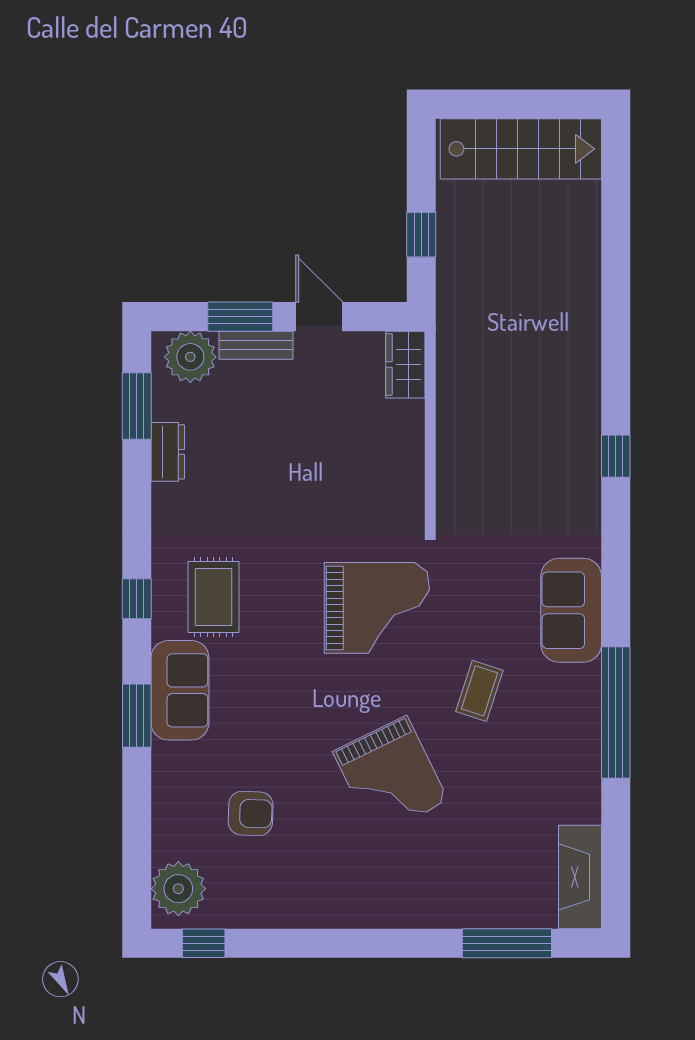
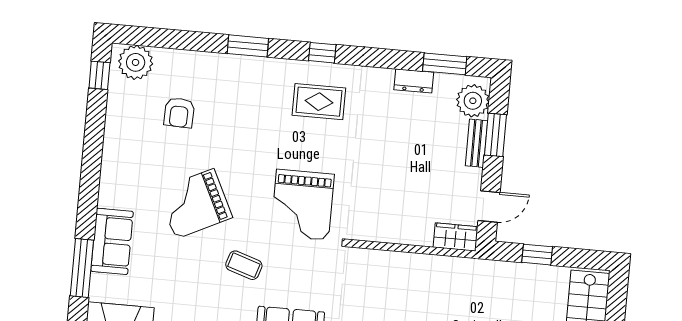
door: (319, 317) -> (489, 206), moved
sofa: (180, 690) -> (112, 241), moved, turned -90

